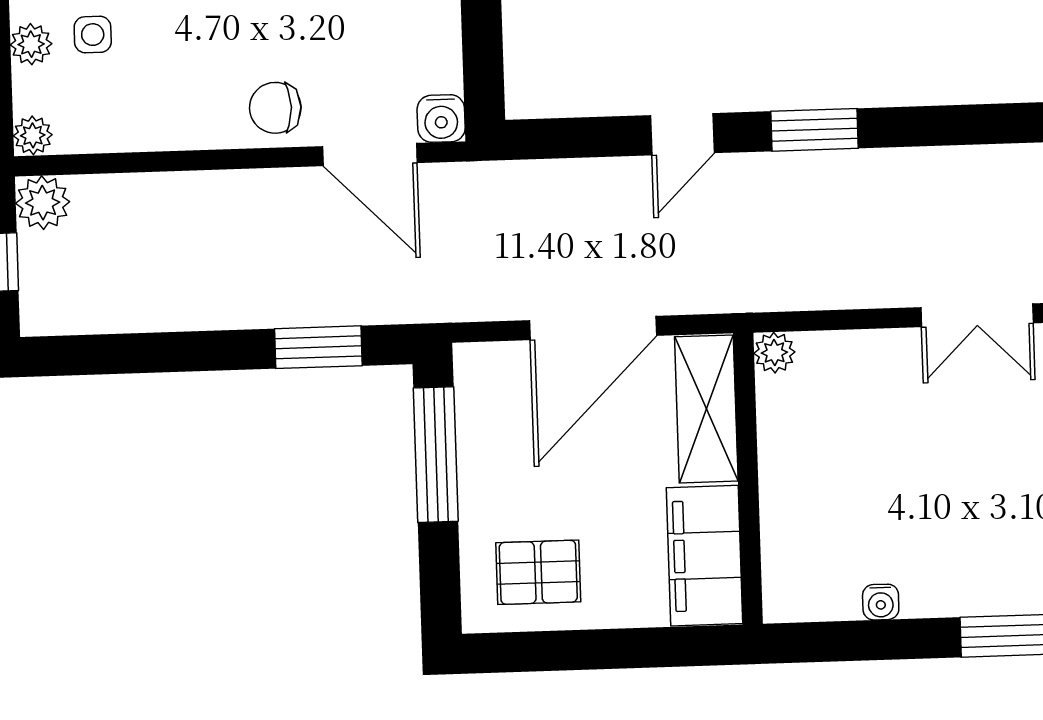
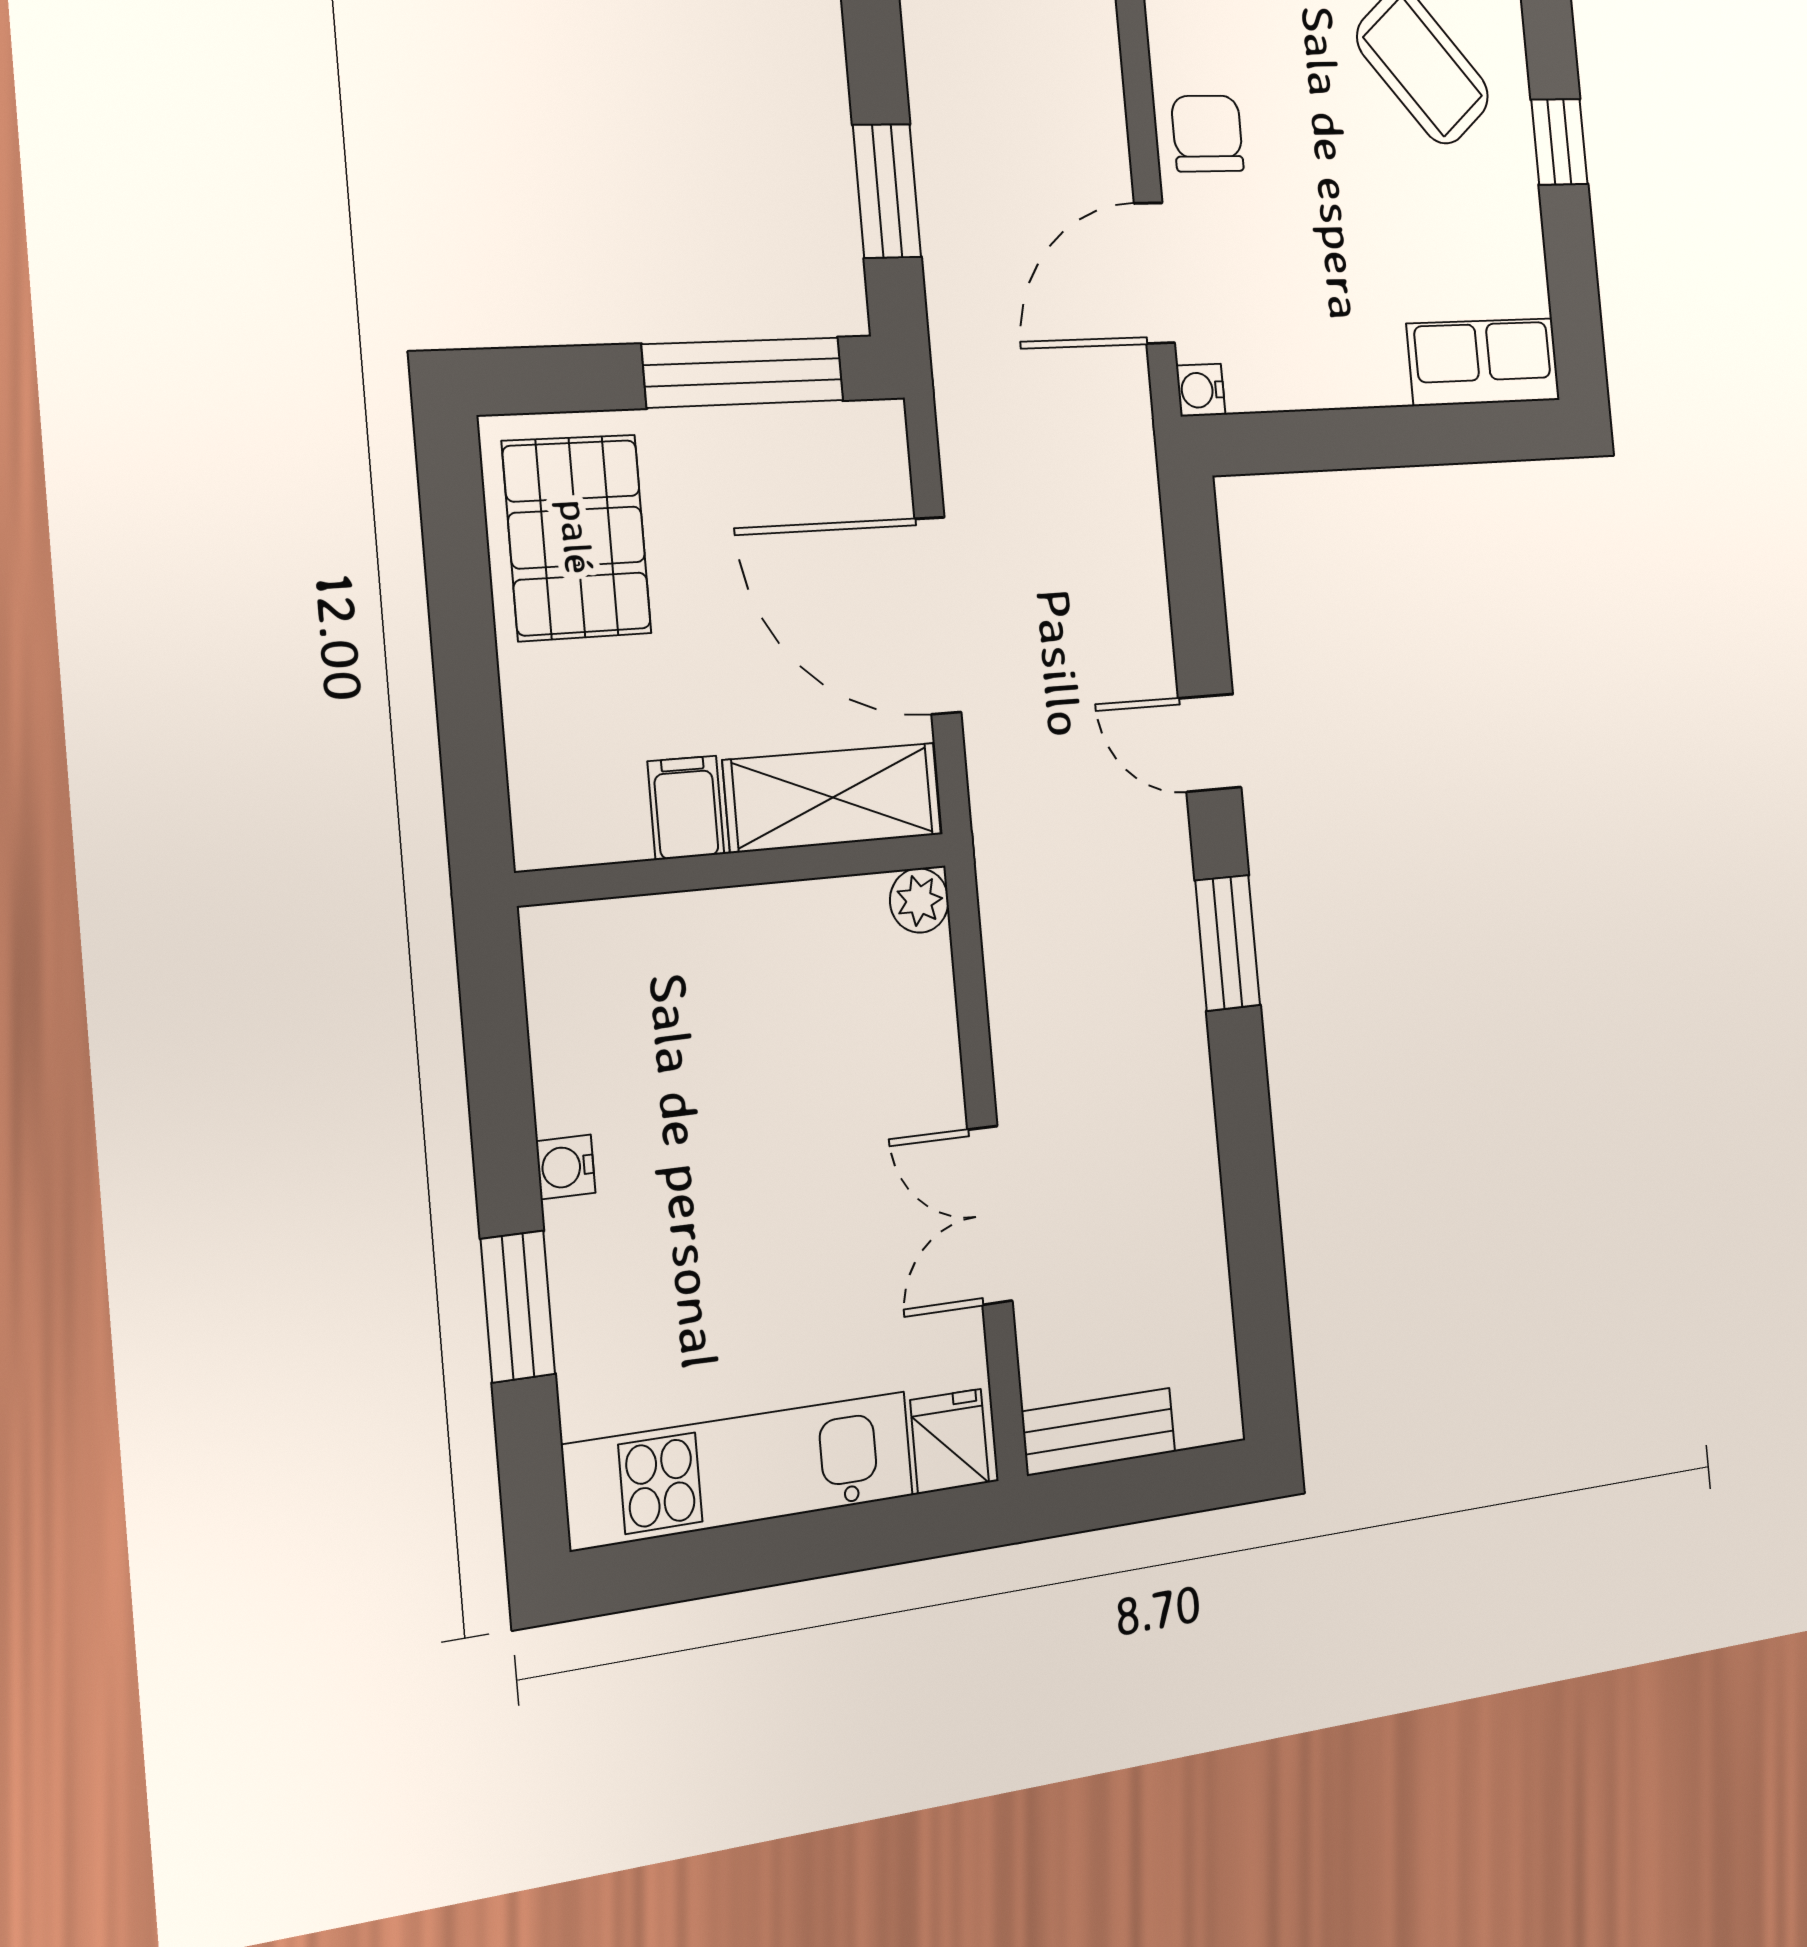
water cooler: (441, 119) -> (1201, 390), width x0.72, depth x0.72
filing cabinet: (705, 556) -> (686, 808), width x0.33, depth x0.86
pallet: (538, 572) -> (577, 537), width x1.50, depth x1.42
water cooler: (881, 602) -> (566, 1167), moved

